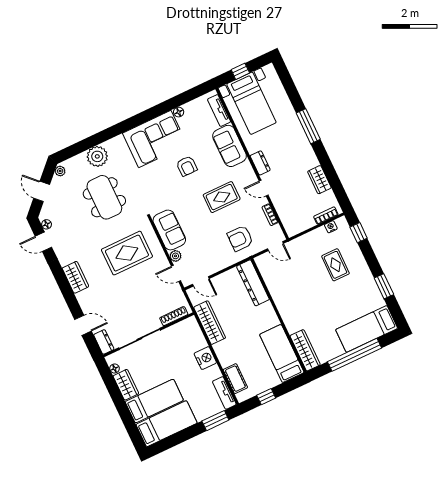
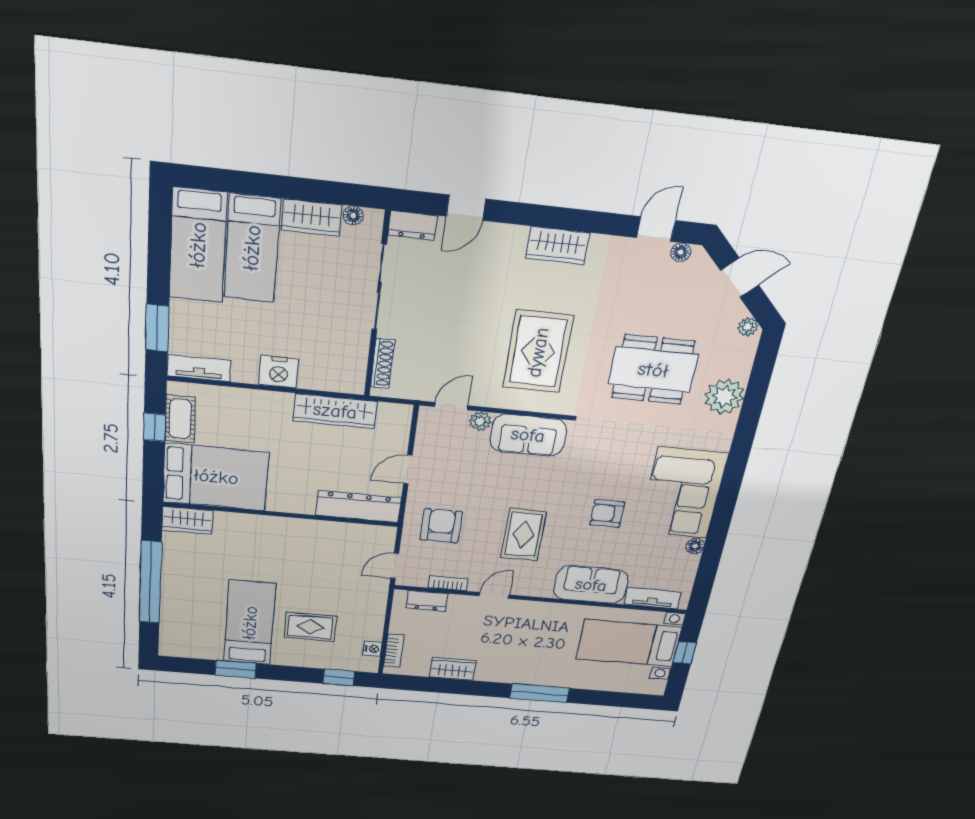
dresser: (260, 163) -> (427, 601), moved
door: (201, 281) -> (408, 470), moved
bed: (367, 329) -> (250, 623), moved
wardrobe: (305, 350) -> (187, 520), width x0.67
bed: (282, 353) -> (216, 477), width x1.50
cot: (235, 379) -> (180, 419), moved, turned 90

